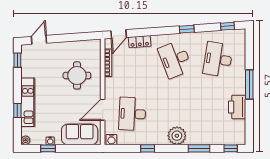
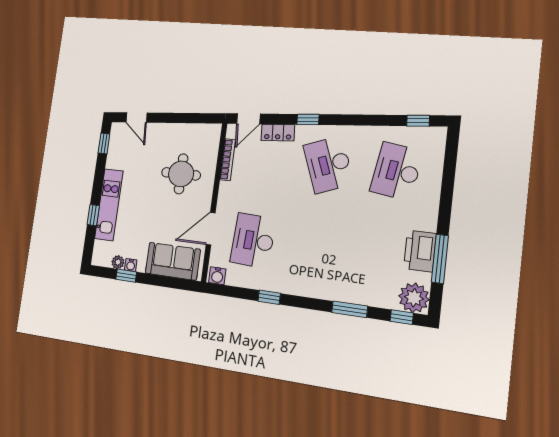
window: (187, 29) -> (308, 119), moved
door: (39, 40) -> (137, 118), swing flipped
window: (249, 84) -> (440, 259), moved
plant: (177, 136) -> (414, 298), moved
plant: (26, 140) -> (118, 262), moved

